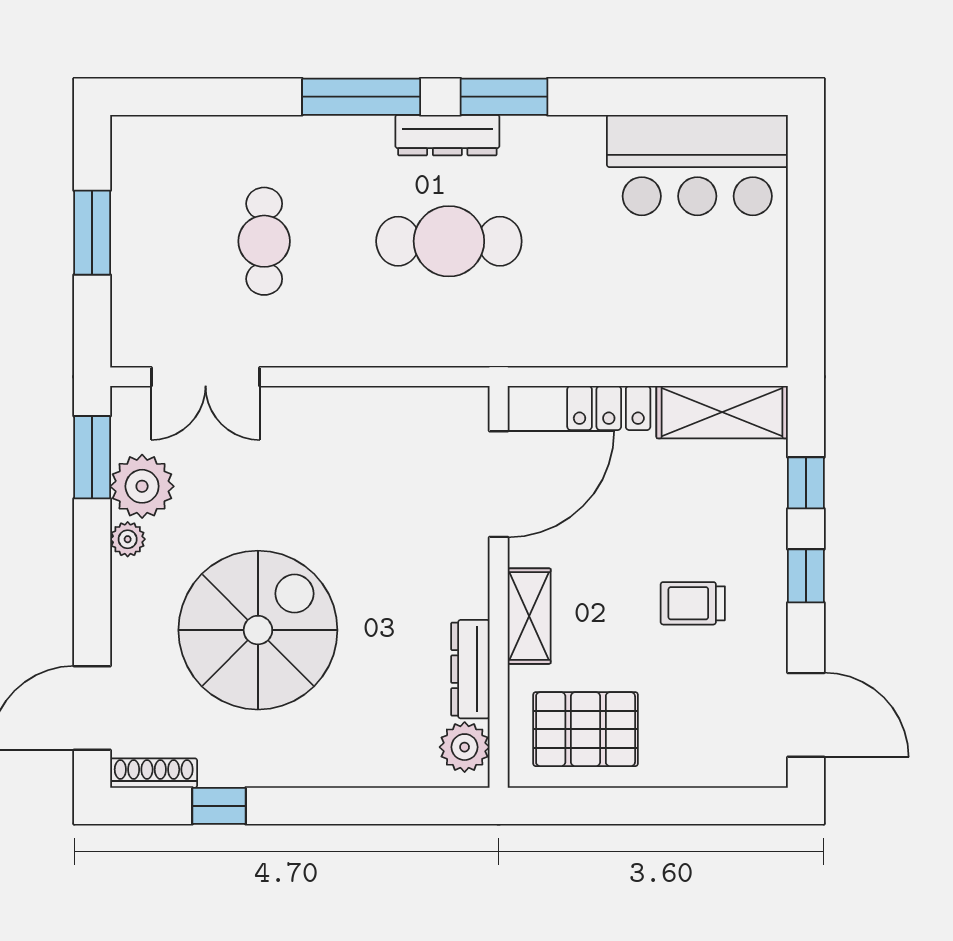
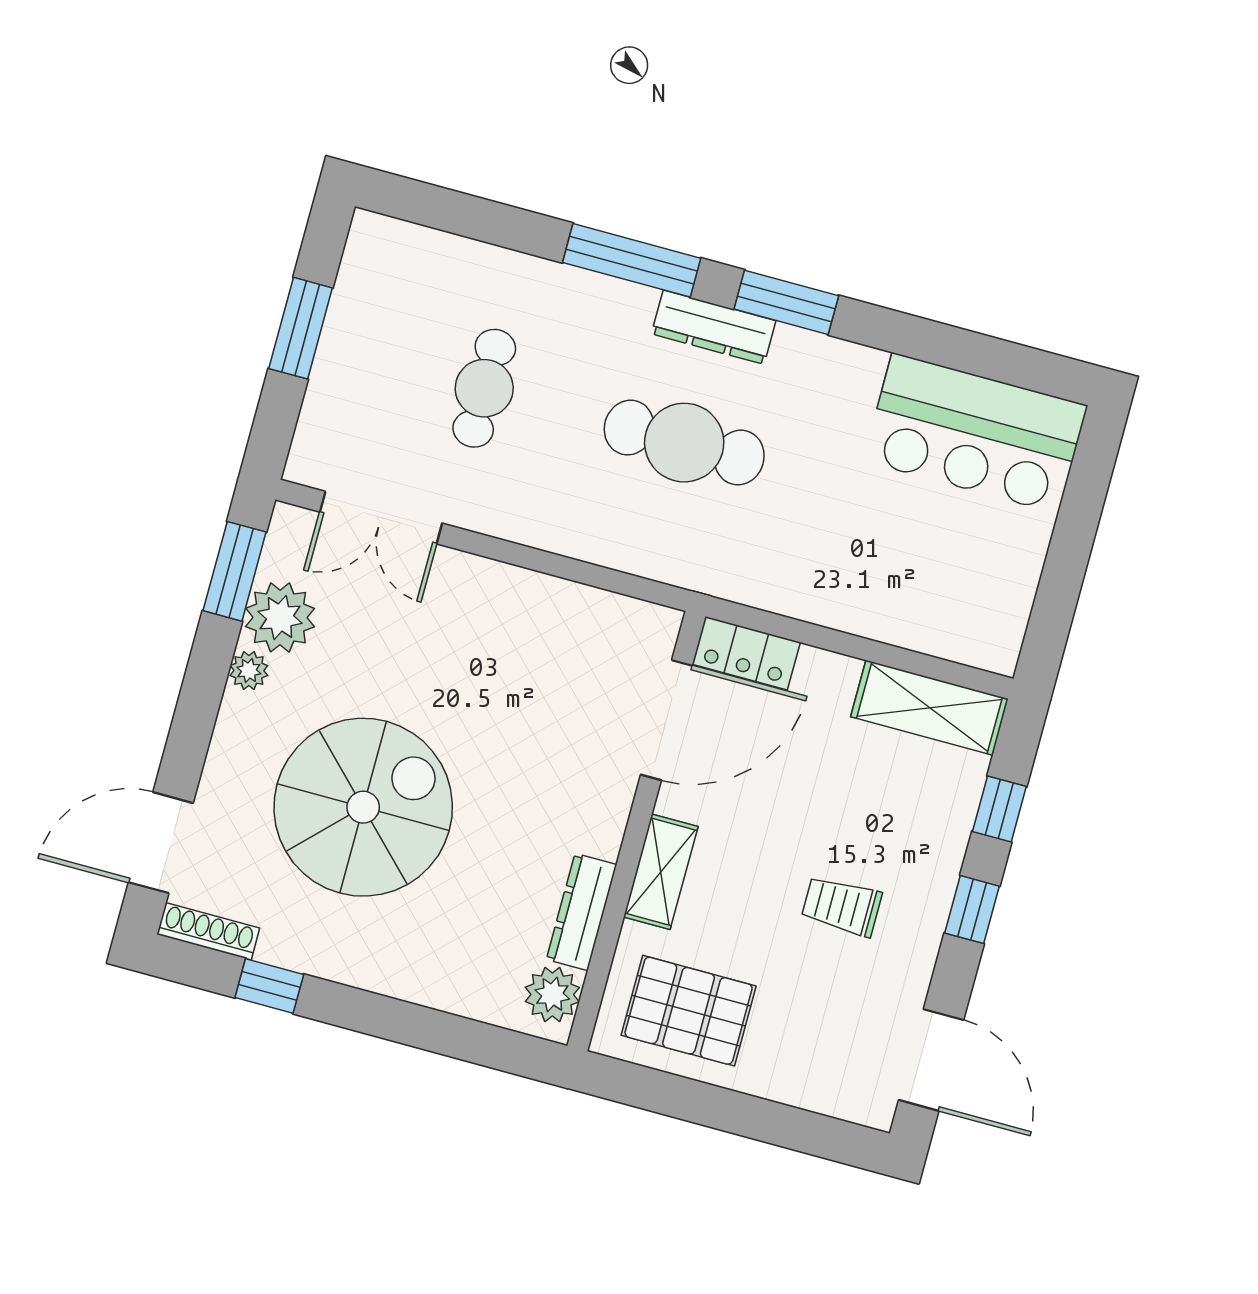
locker: (609, 408) -> (746, 653), moved

